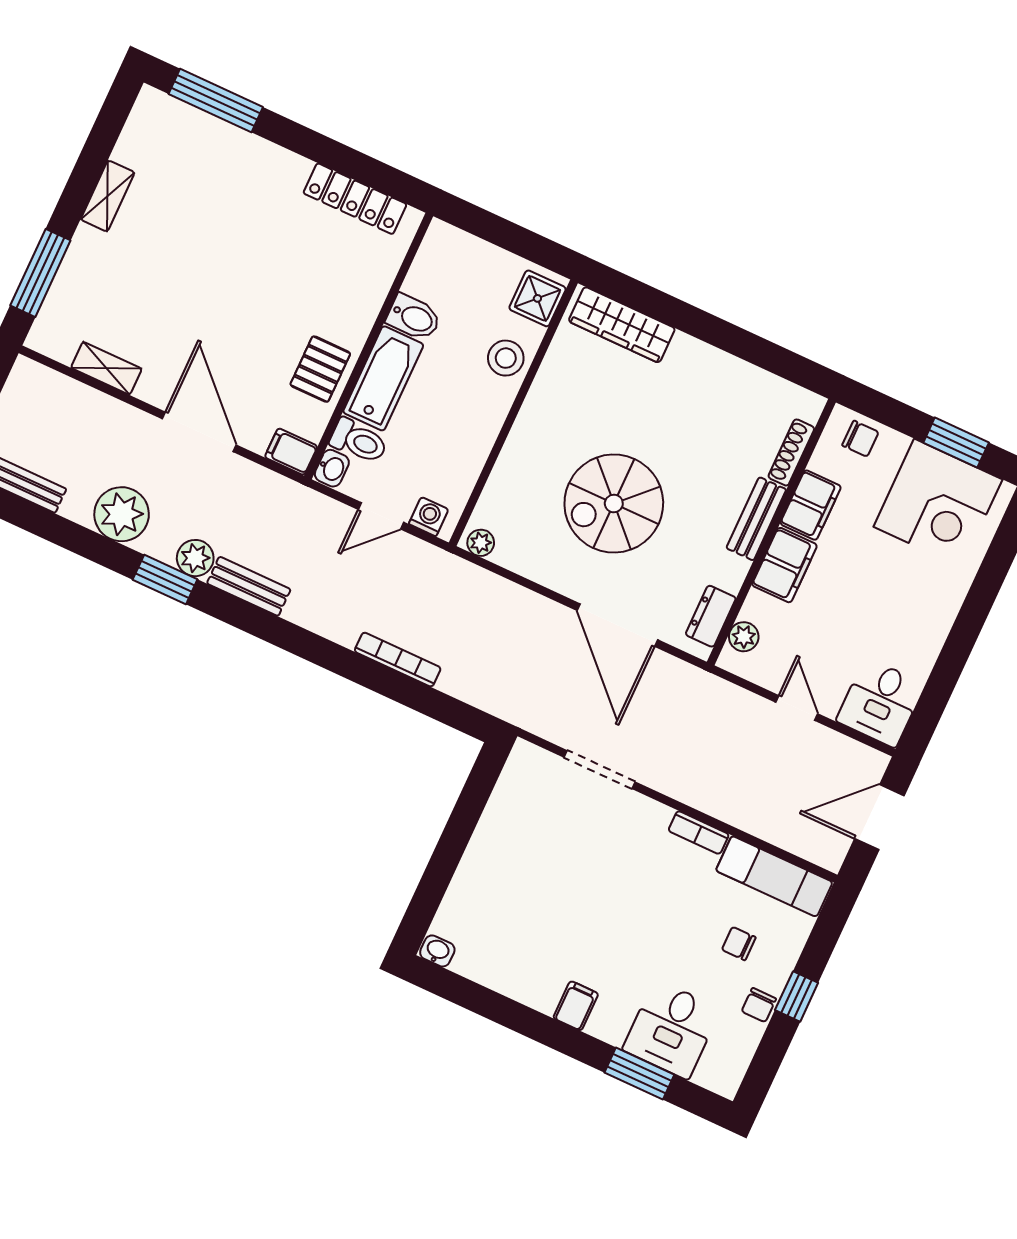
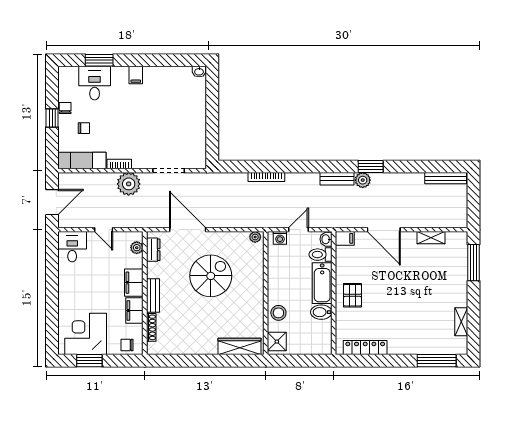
shelving: (108, 196) -> (461, 322), moved
pallet: (320, 369) -> (352, 295), moved
plant: (122, 514) -> (129, 184), moved

